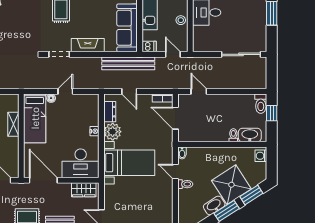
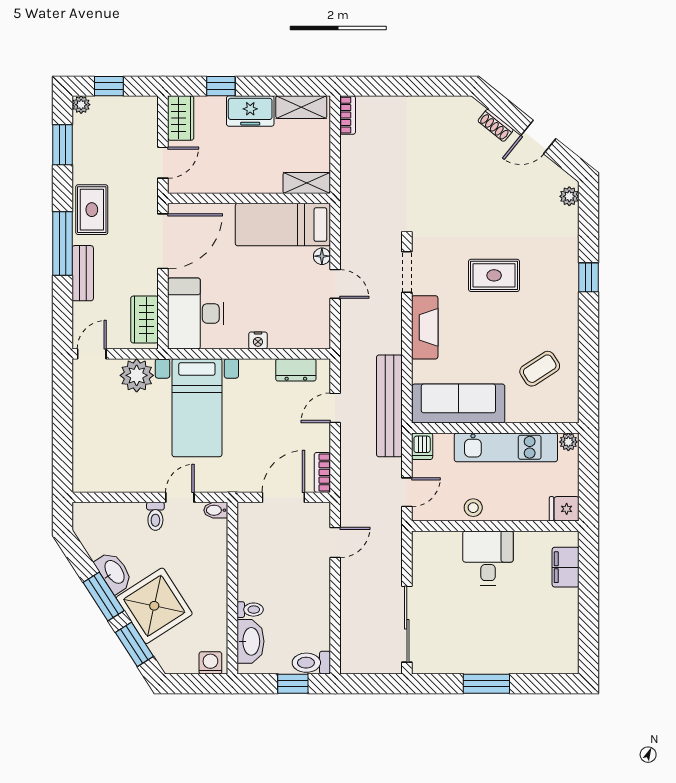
shelving: (13, 124) -> (307, 183), moved
plant: (113, 132) -> (137, 375), moved

